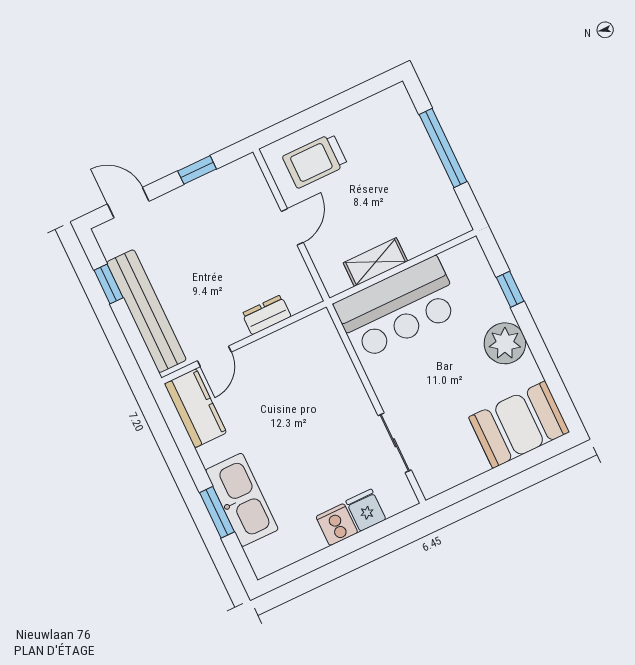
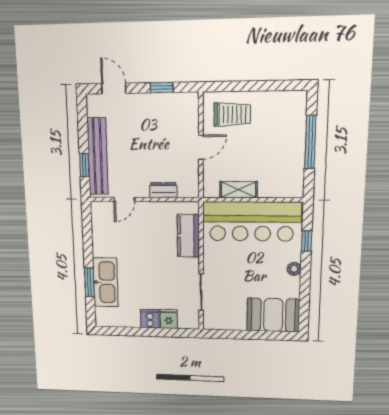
trolley: (315, 161) -> (232, 114), turned 180
window: (109, 284) -> (84, 165), moved
bar counter: (398, 308) -> (252, 221), width x1.36
plant: (505, 343) -> (294, 269), width x0.53, depth x0.53
kitchen counter: (195, 408) -> (188, 236), moved, turned 180

